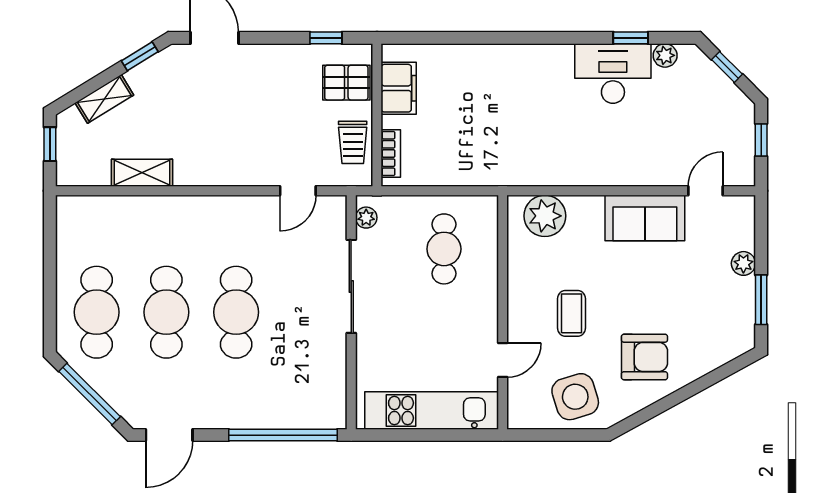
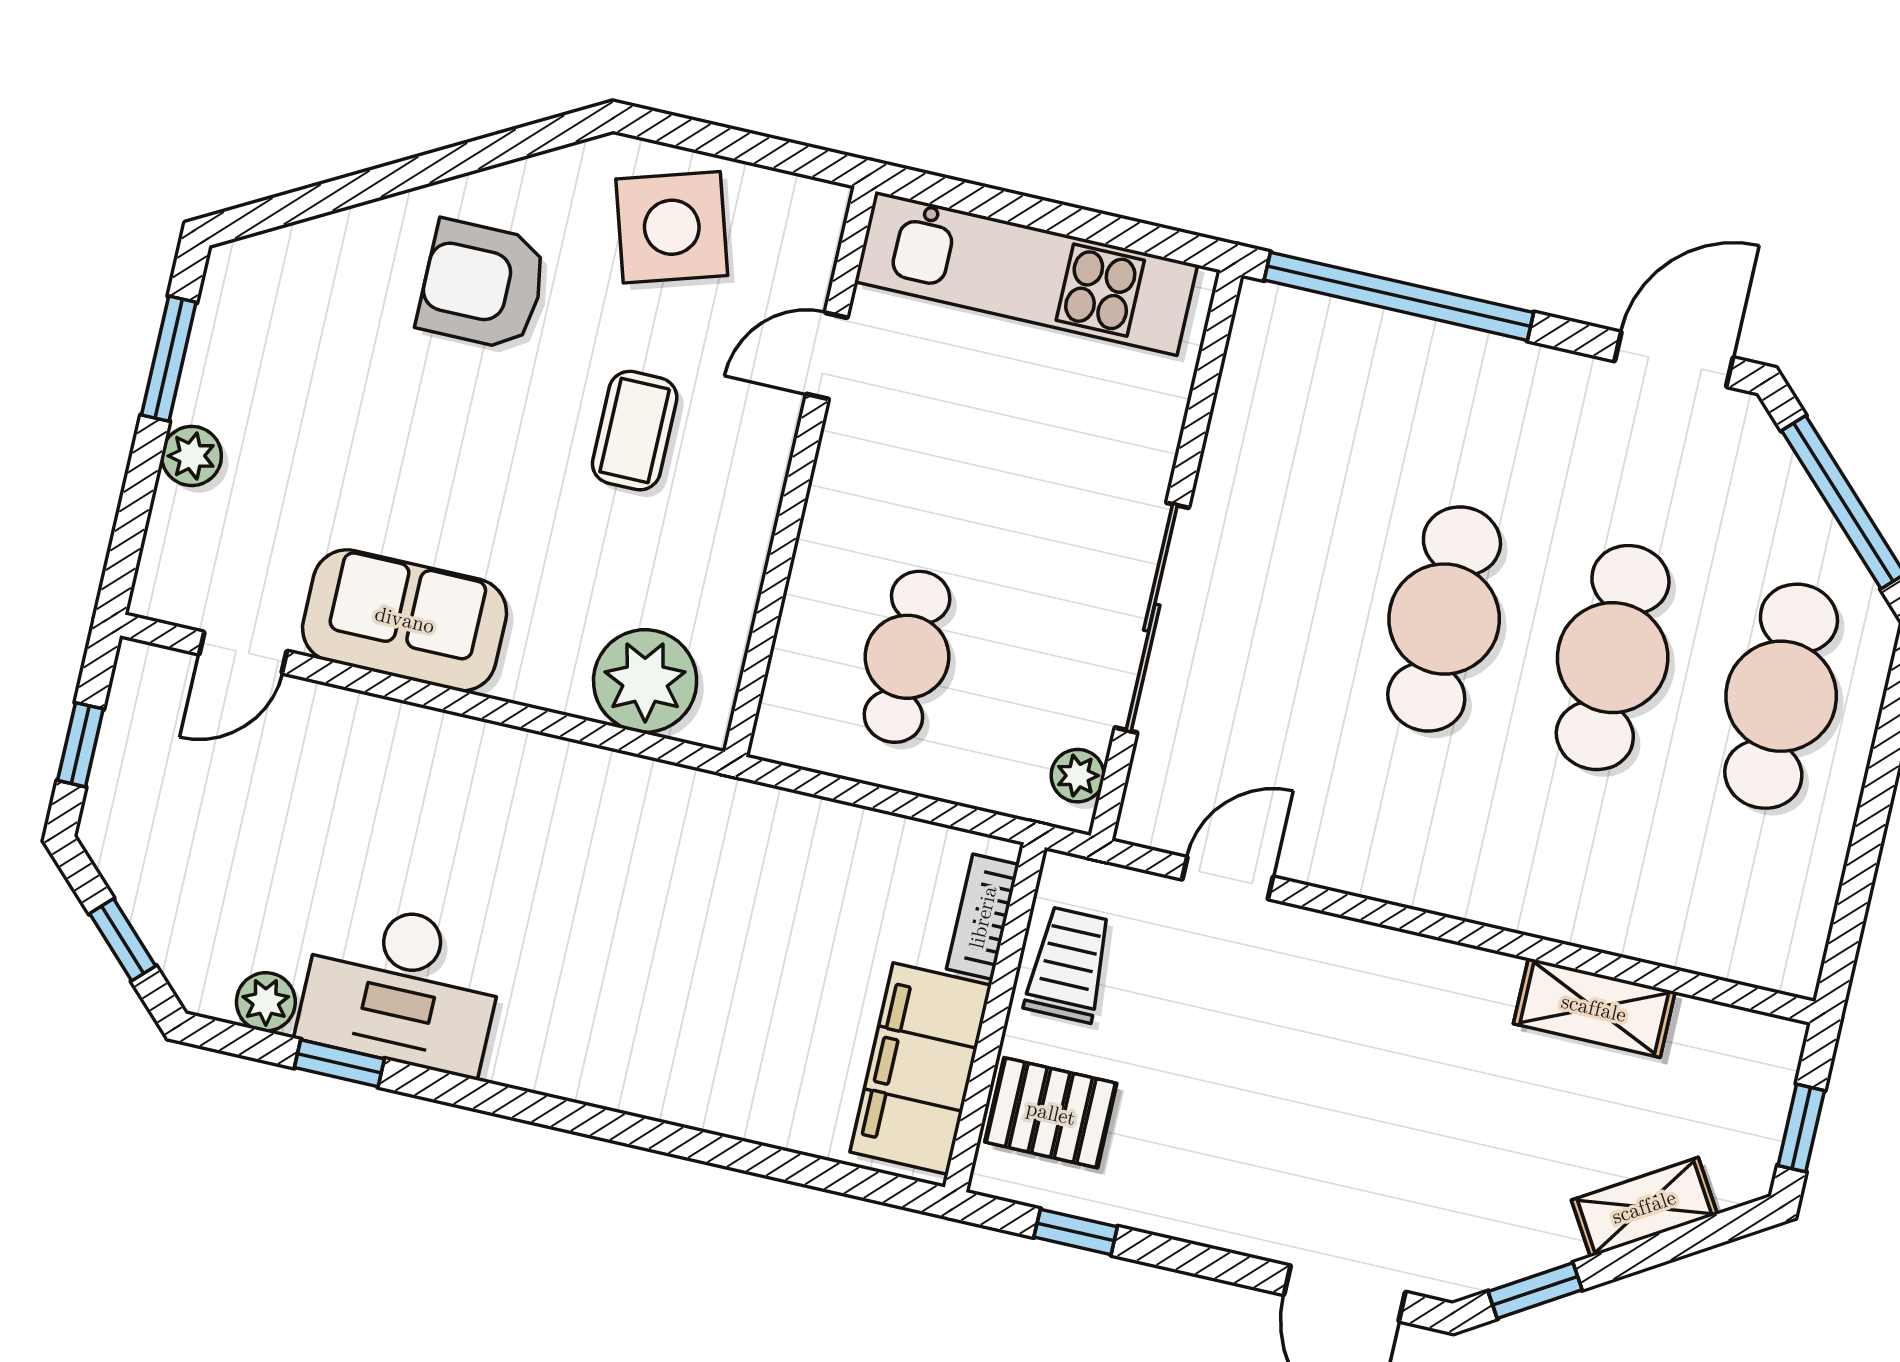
filing cabinet: (399, 88) -> (921, 1069), width x1.50, depth x1.17

